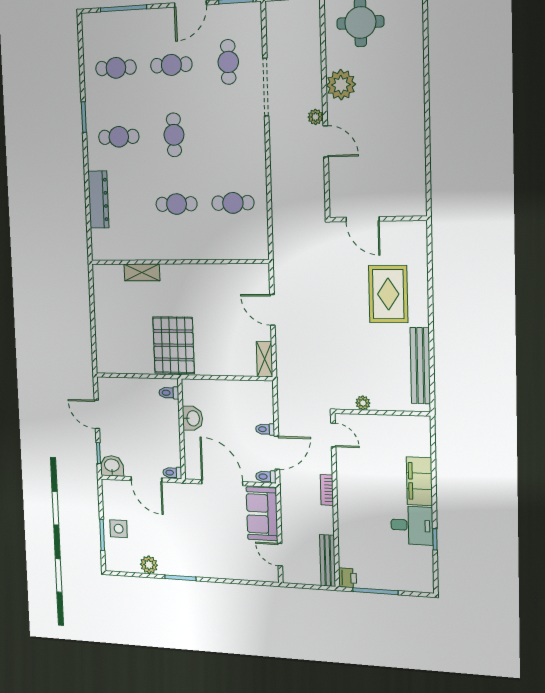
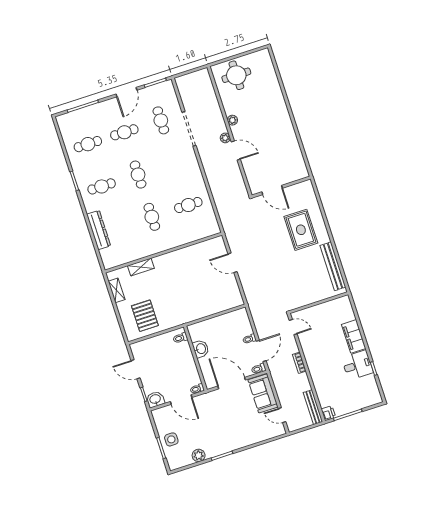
plant: (341, 85) -> (232, 120), width x0.53, depth x0.53
cafe table: (177, 204) -> (152, 217), turned 90
pallet: (174, 345) -> (145, 316), moved, width x0.73, depth x0.71
shelving: (265, 359) -> (117, 290), moved
plant: (363, 403) -> (305, 301), removed

